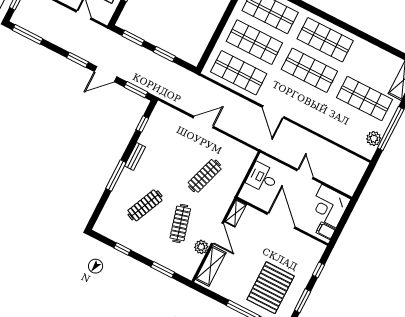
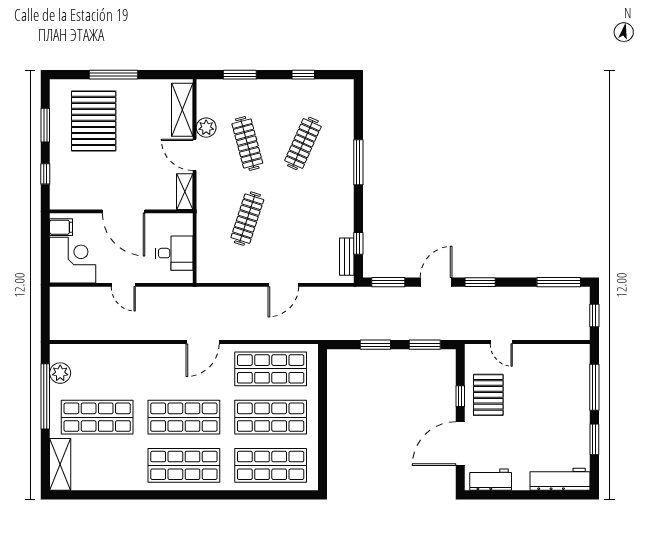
door: (273, 112) -> (203, 342), swing flipped
bench: (135, 156) -> (347, 257), moved

